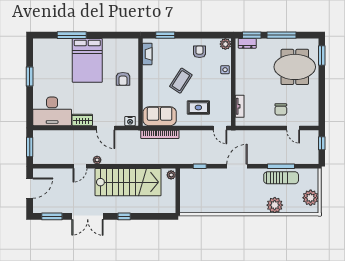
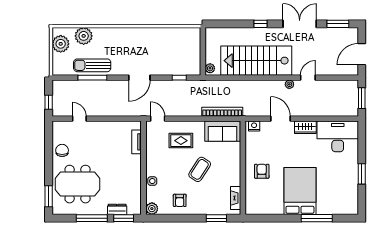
dresser: (247, 43) -> (117, 209), moved
chair: (281, 109) -> (62, 150), moved
plant: (275, 205) -> (84, 36), moved

